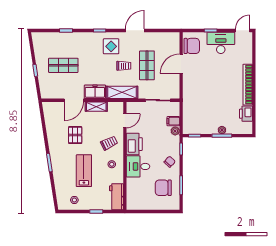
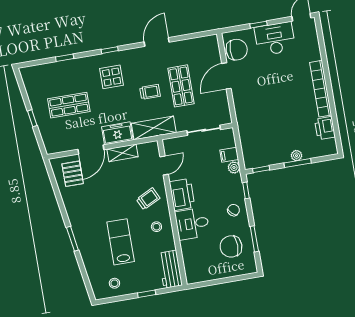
display table: (111, 46) -> (112, 77), moved
pallet: (75, 135) -> (73, 174), moved

